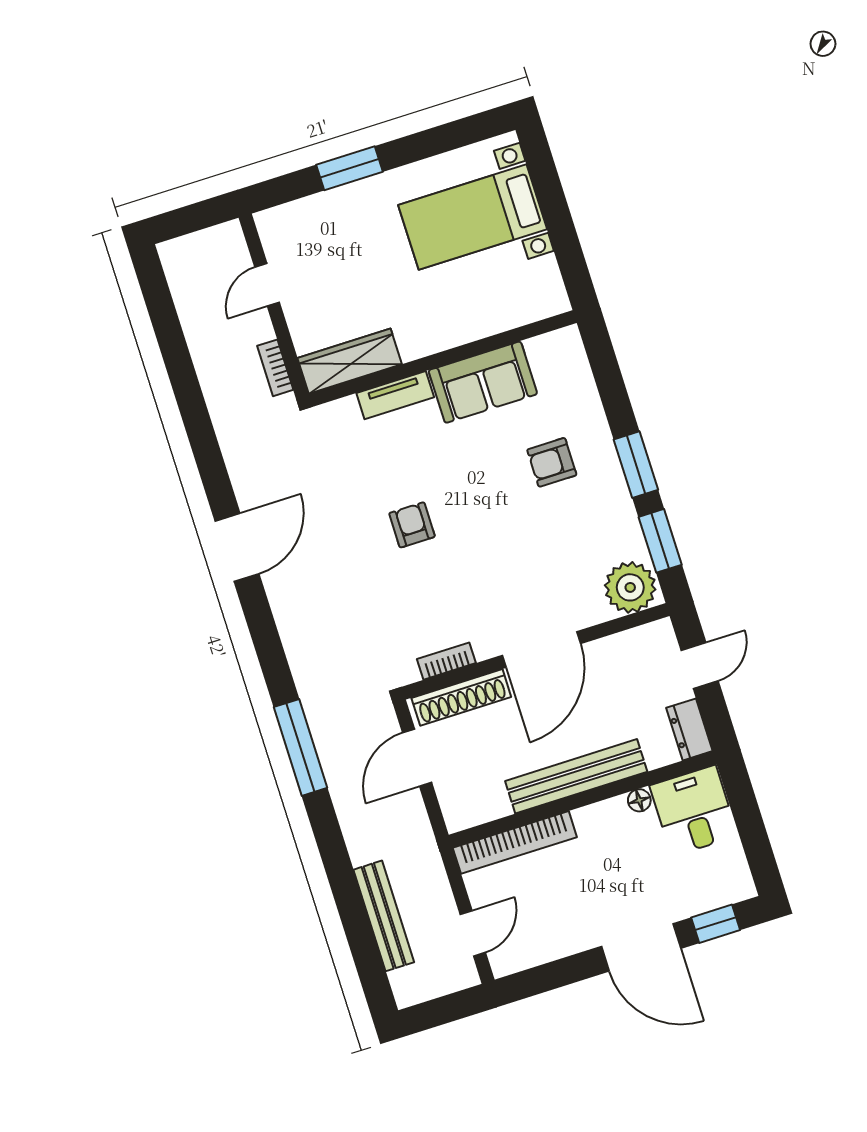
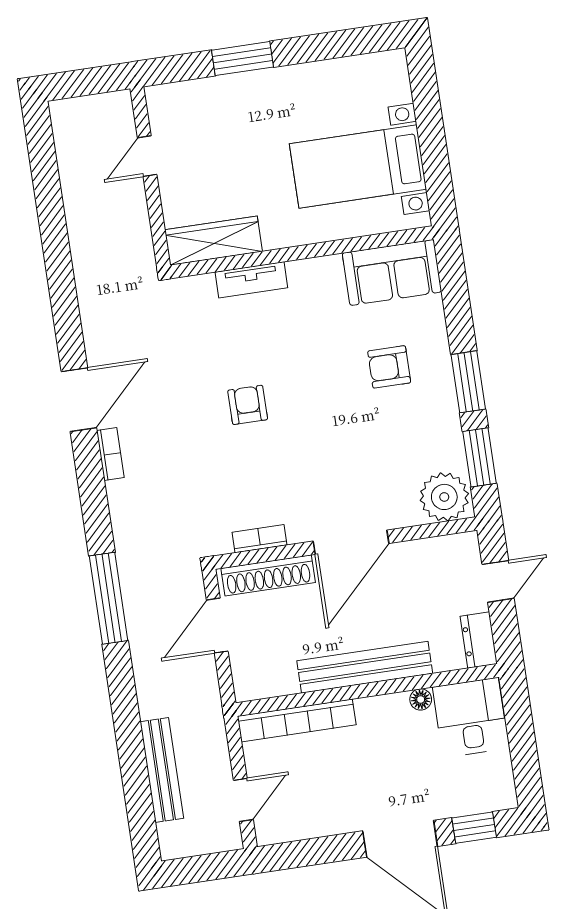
bed with nightstands: (473, 217) -> (358, 167), moved
bookcase: (275, 368) -> (110, 454), moved, turned 180
sofa: (483, 382) -> (392, 272), moved

